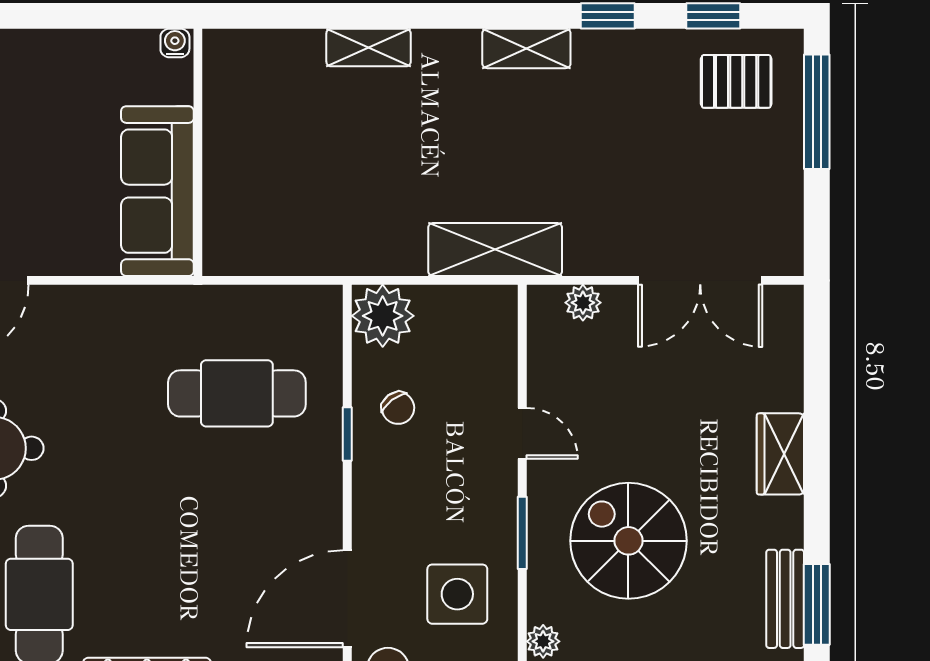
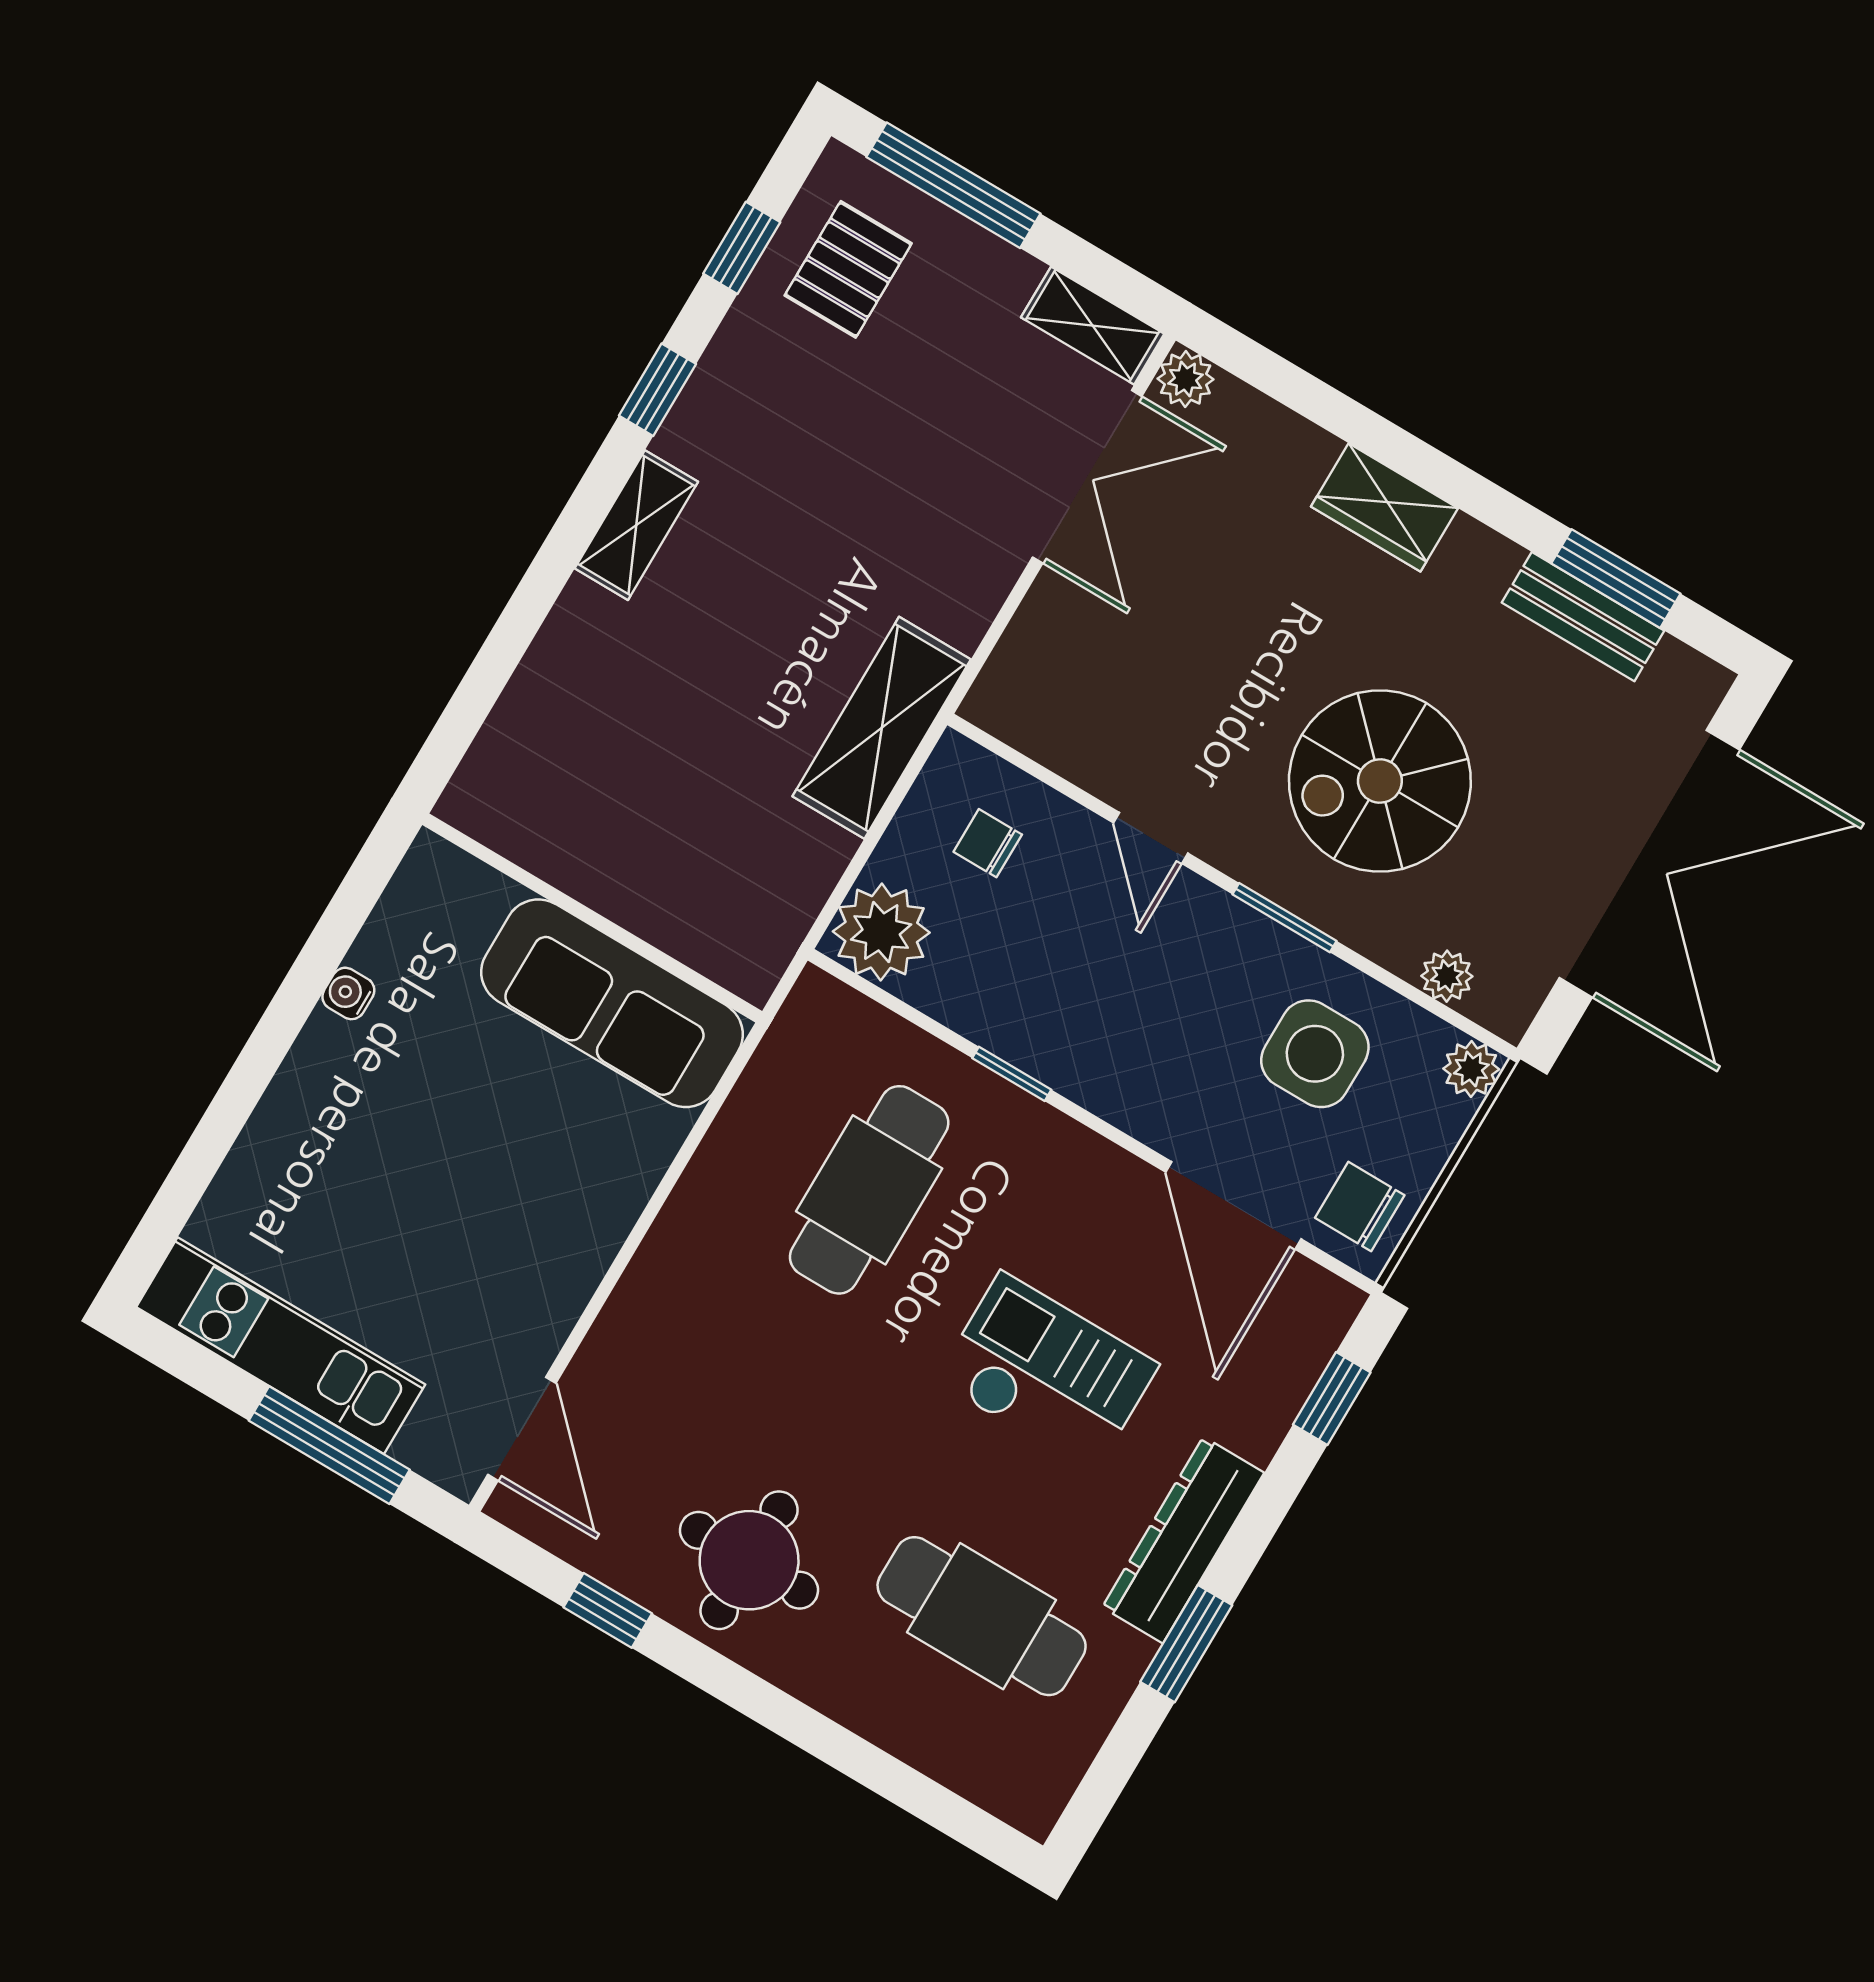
shelving: (369, 48) -> (1093, 326), moved, turned 90
wall: (198, 152) -> (592, 918), moved
sofa: (157, 191) -> (612, 1003), moved
plant: (583, 303) -> (1186, 379), moved
chair: (398, 408) -> (988, 843), moved, turned -143
door: (522, 433) -> (1151, 838), swing flipped
checkout: (194, 551) -> (1047, 1373), added

